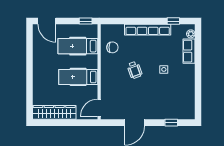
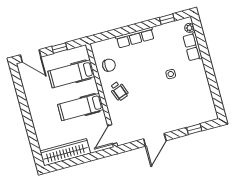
window: (86, 21) -> (60, 48), moved
row of seats: (148, 30) -> (135, 38), width x0.73
wheelchair: (135, 70) -> (119, 91), moved

